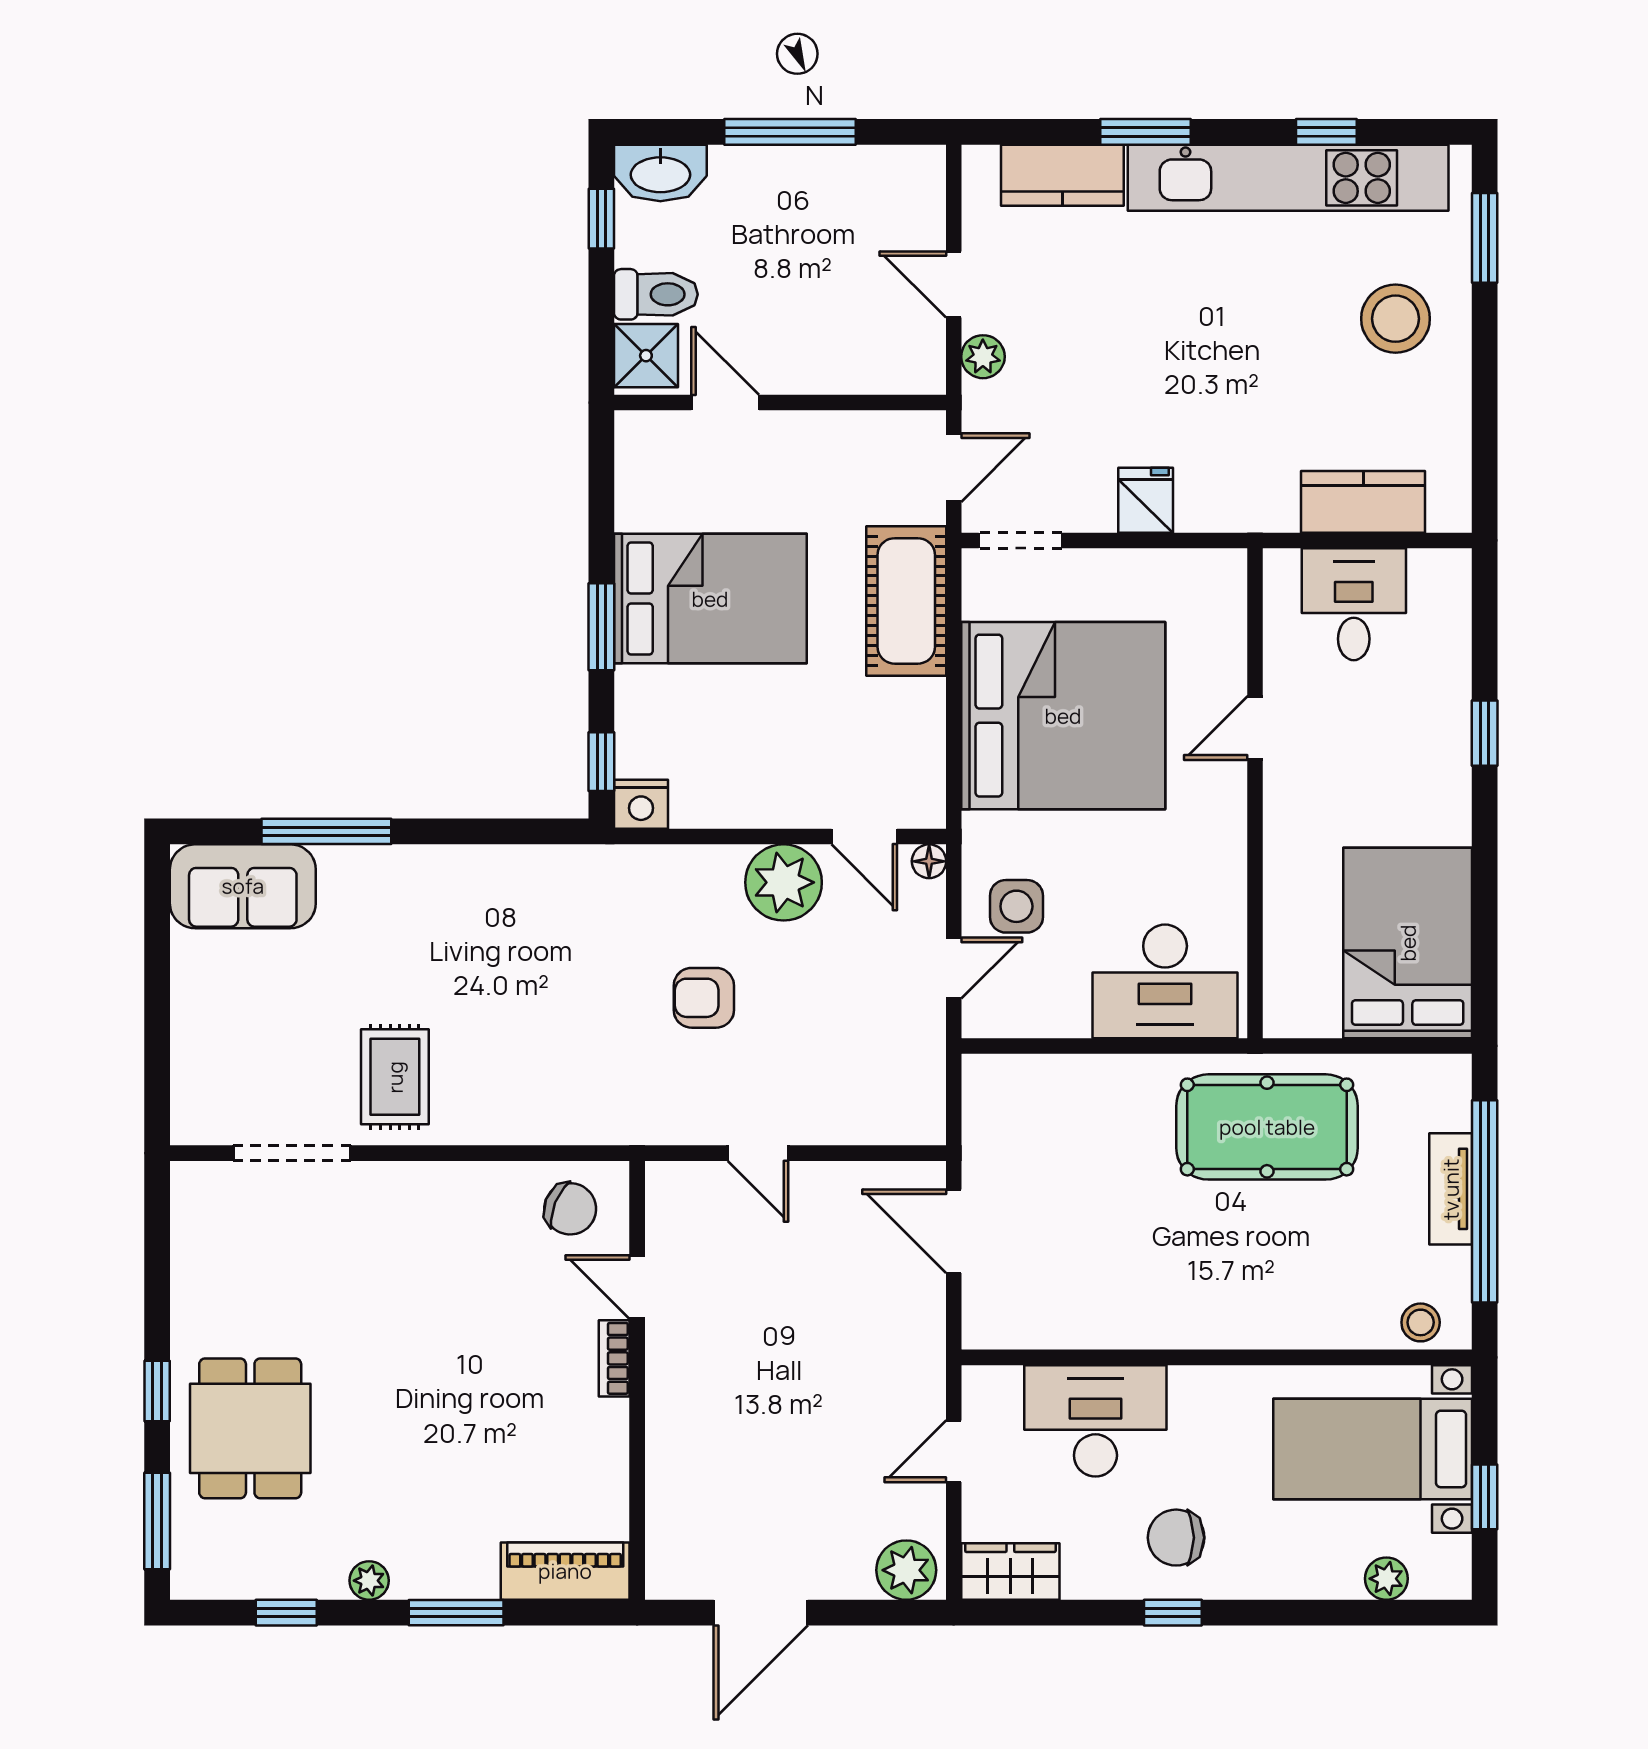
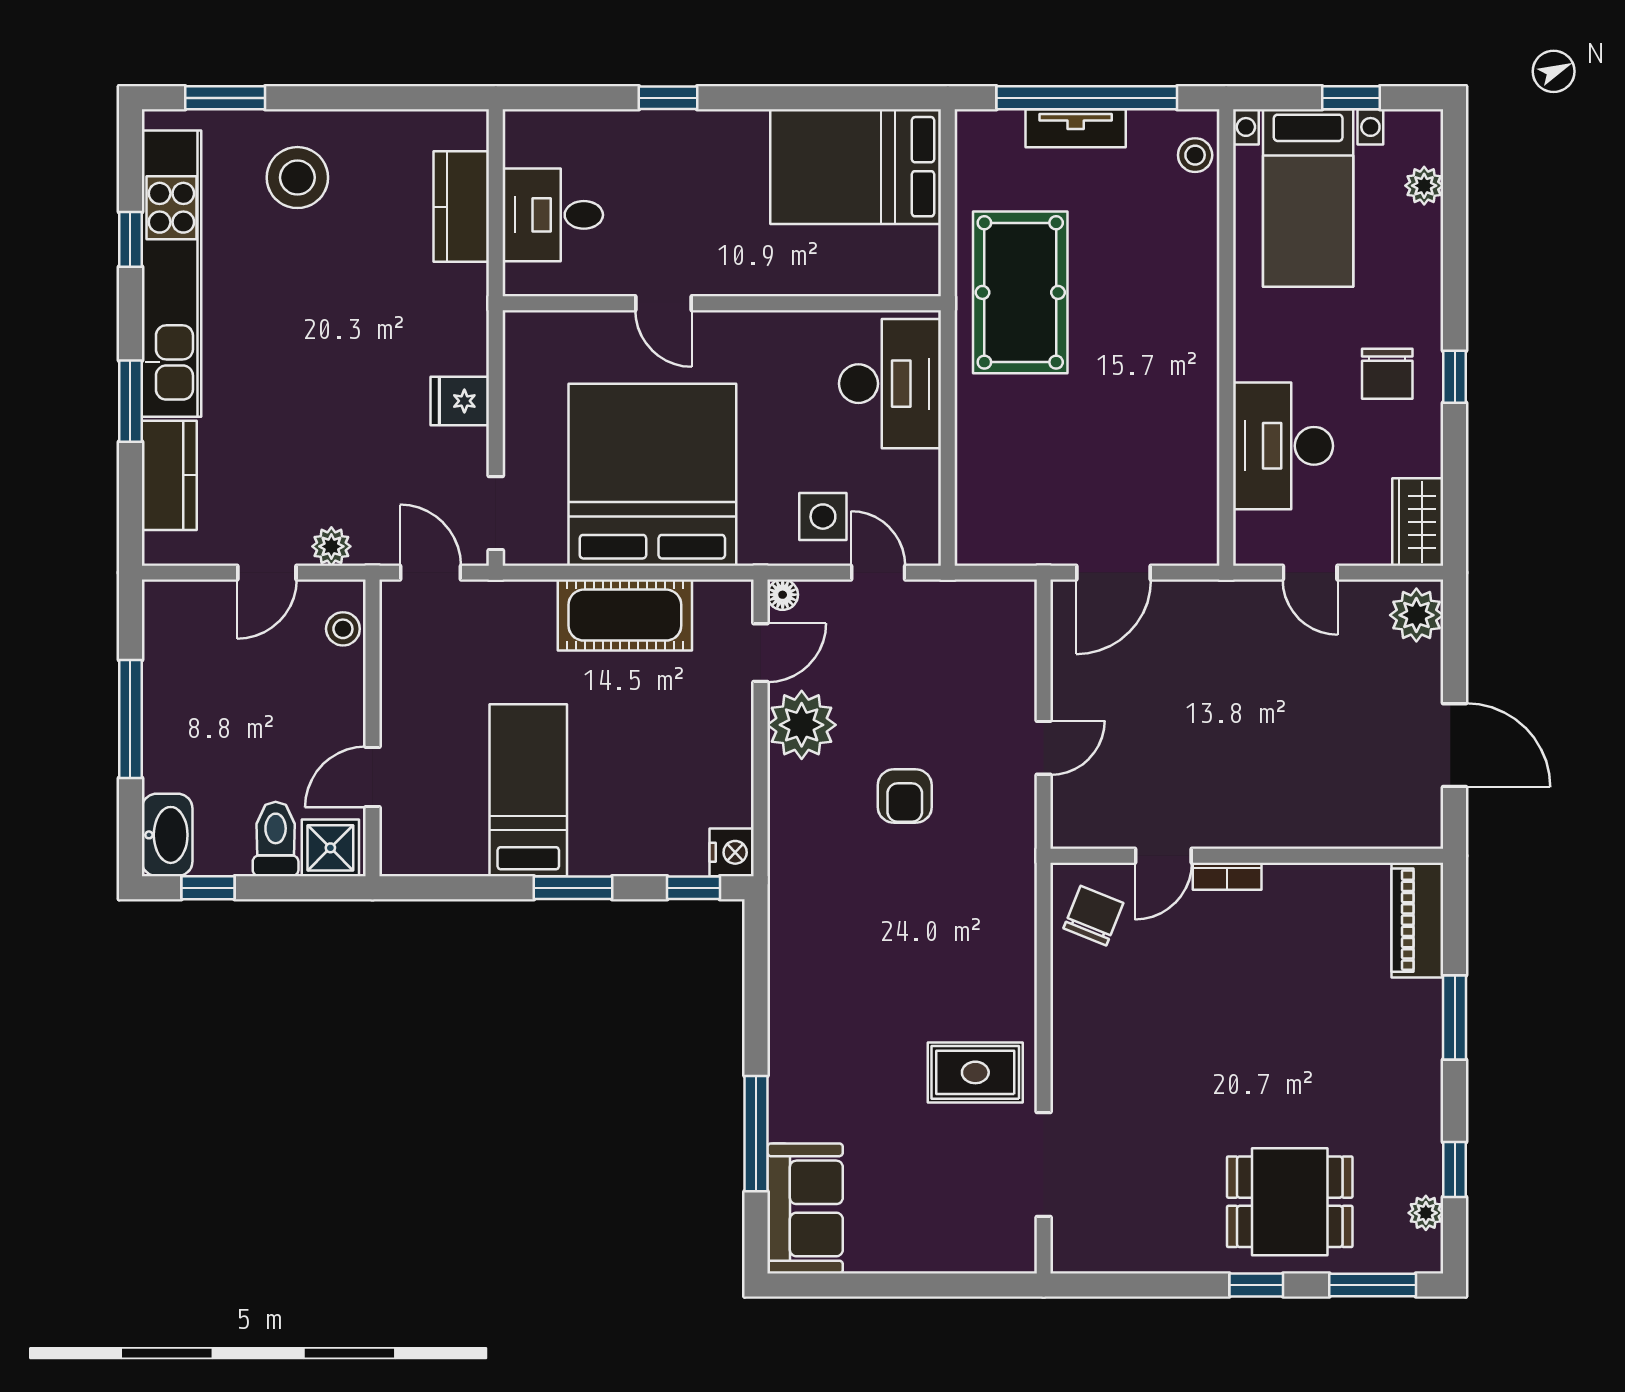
stool: (891, 370) -> (343, 629), added
bed: (710, 599) -> (528, 790), width x0.67
cot: (906, 601) -> (625, 615), moved
plant: (369, 1581) -> (1426, 1213), moved

